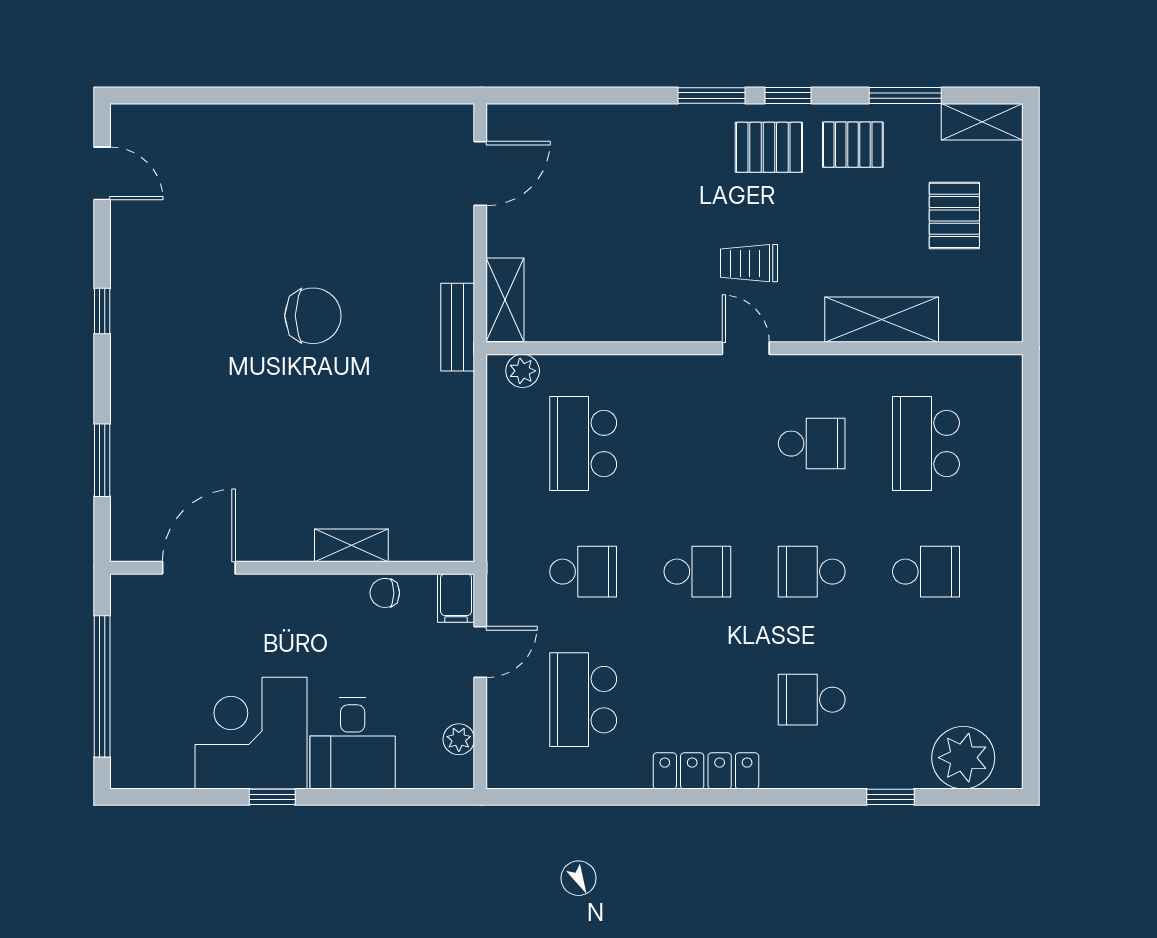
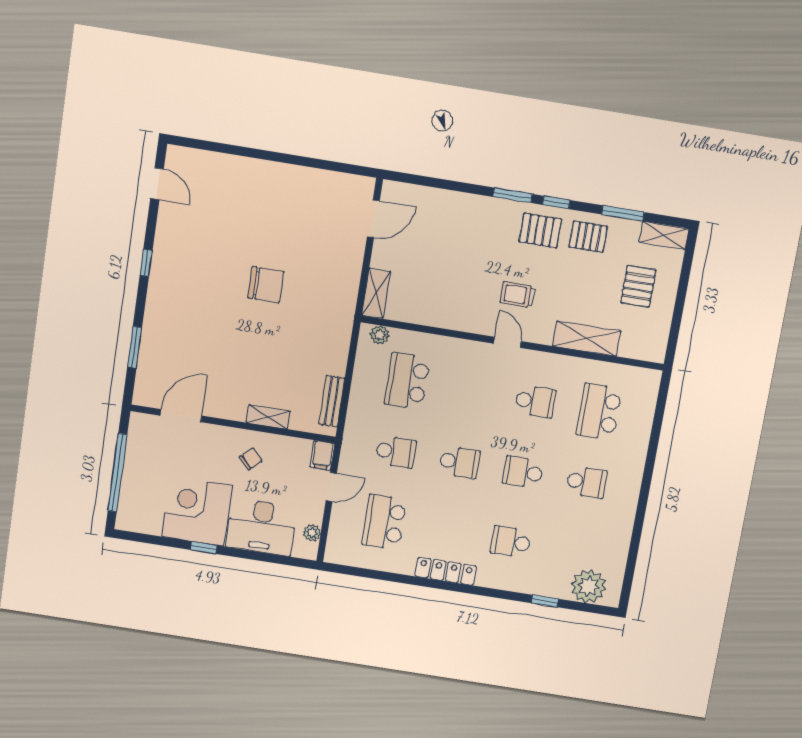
bench: (458, 327) -> (332, 401), moved
chair: (385, 593) -> (251, 459), moved, turned 137
desk: (353, 743) -> (261, 527), width x1.37

